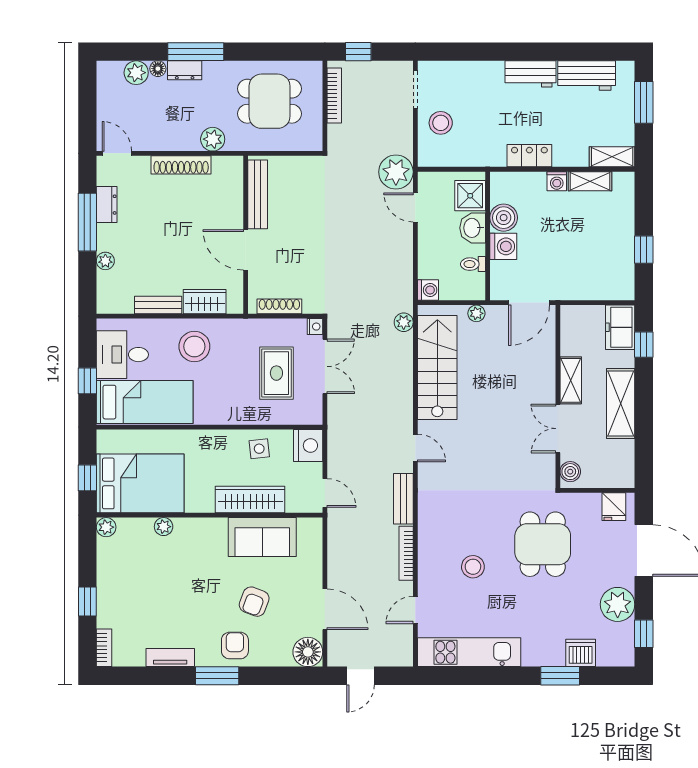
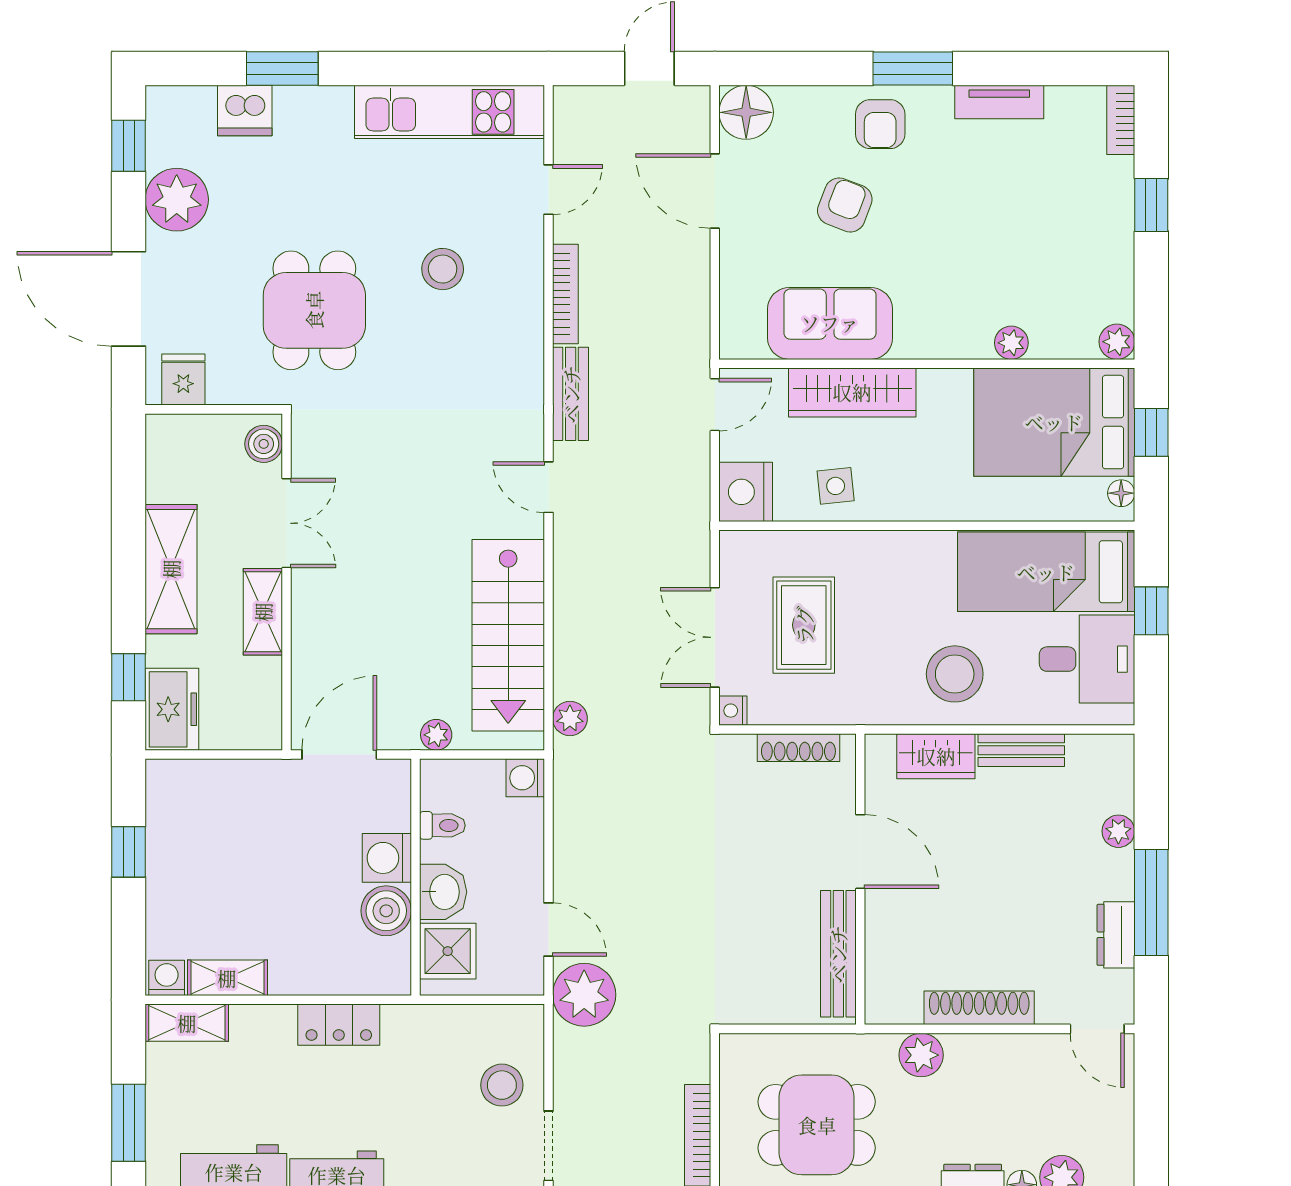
washing machine: (557, 181) -> (167, 978), moved
floor lamp: (104, 445) -> (1121, 493), added
door: (325, 493) -> (715, 405), swing flipped

